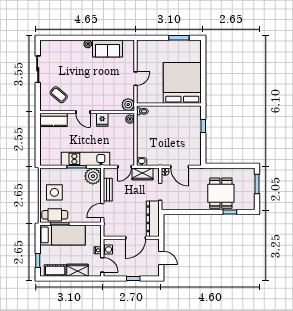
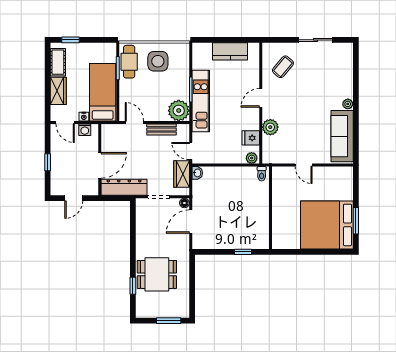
sofa: (108, 49) -> (342, 136), width x1.36
bed: (182, 83) -> (327, 225), moved, turned 180
plant: (128, 105) -> (270, 127), moved
kitchen counter: (53, 120) -> (230, 51), moved, turned -90
fridge: (102, 120) -> (251, 138), moved
bed: (62, 235) -> (103, 92), moved, turned 180
door: (136, 238) -> (100, 165), swing flipped
door: (102, 265) -> (65, 122), hinge flipped

